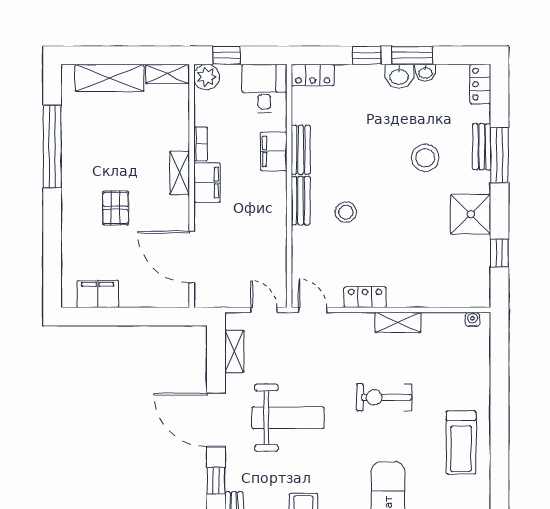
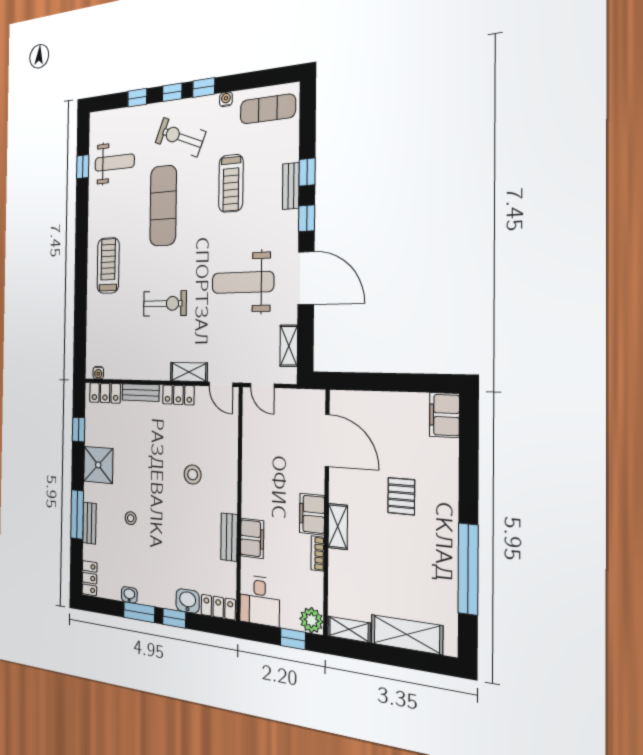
washbasin: (399, 76) -> (188, 601), moved
stool: (425, 158) -> (131, 518), width x0.53, depth x0.53
bench: (301, 201) -> (141, 392), moved, turned 90
filing cabinet: (98, 294) -> (444, 415), moved, turned 90
locker: (463, 297) -> (105, 393), added
shelving: (398, 322) -> (189, 372), moved

